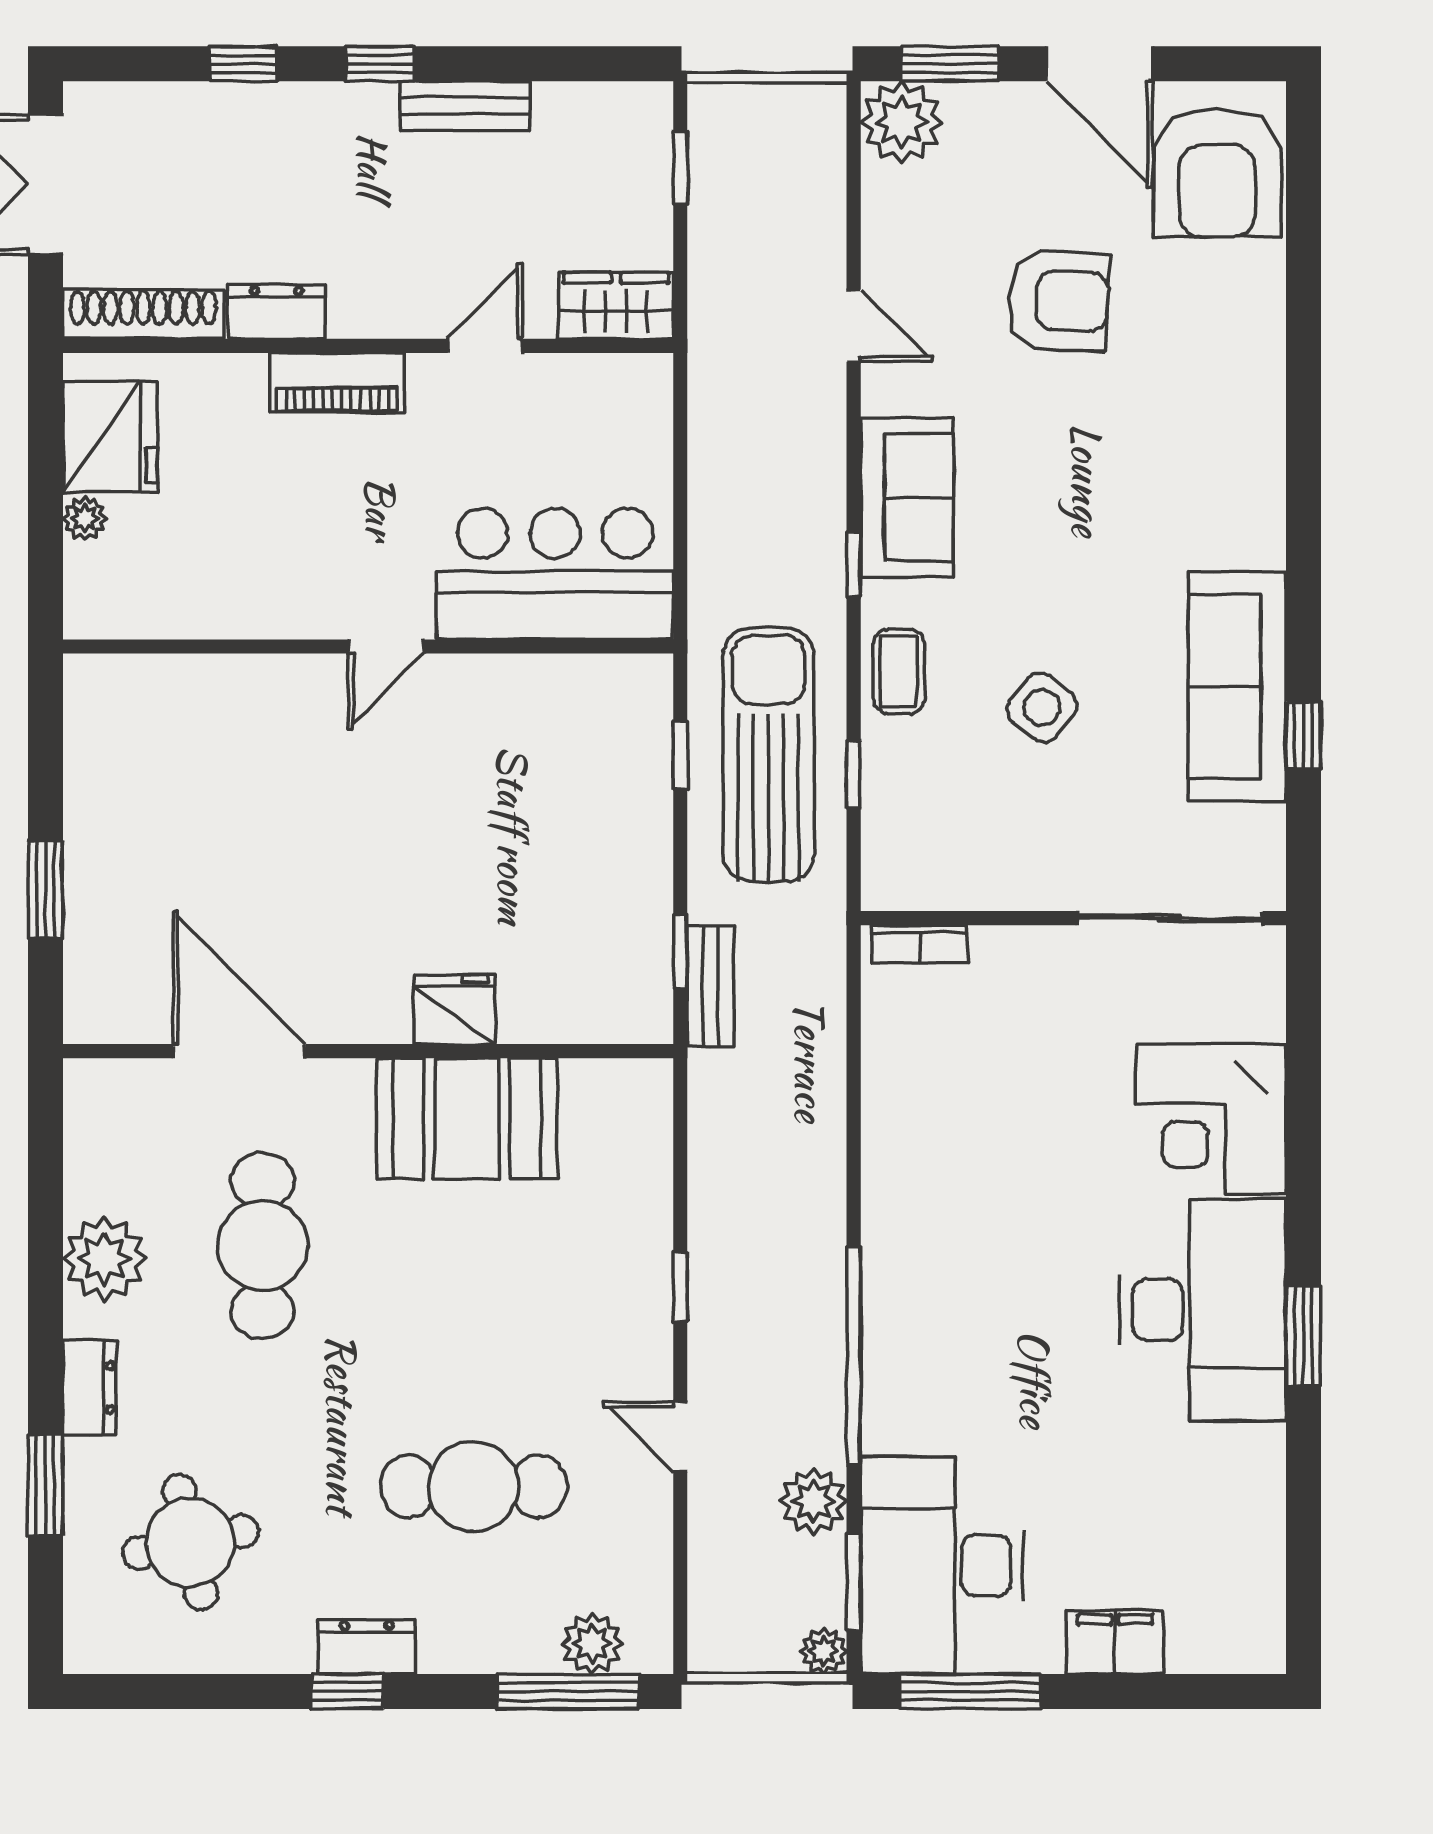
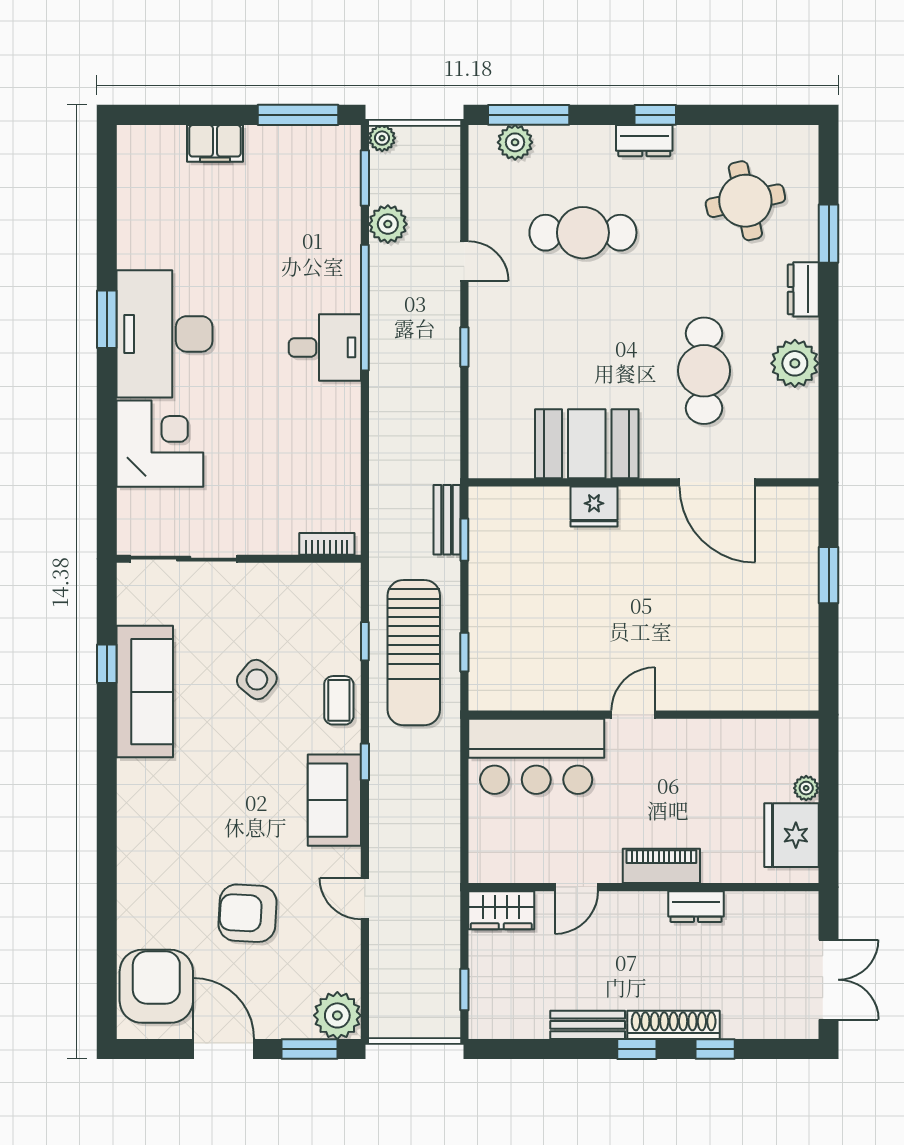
shoe rack: (143, 314) -> (674, 1025), moved, turned 180
desk: (942, 1565) -> (325, 347), moved, width x0.53, depth x0.77

